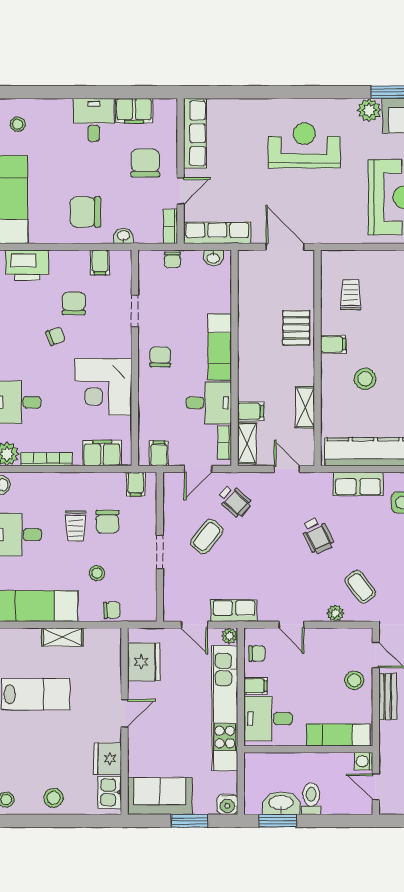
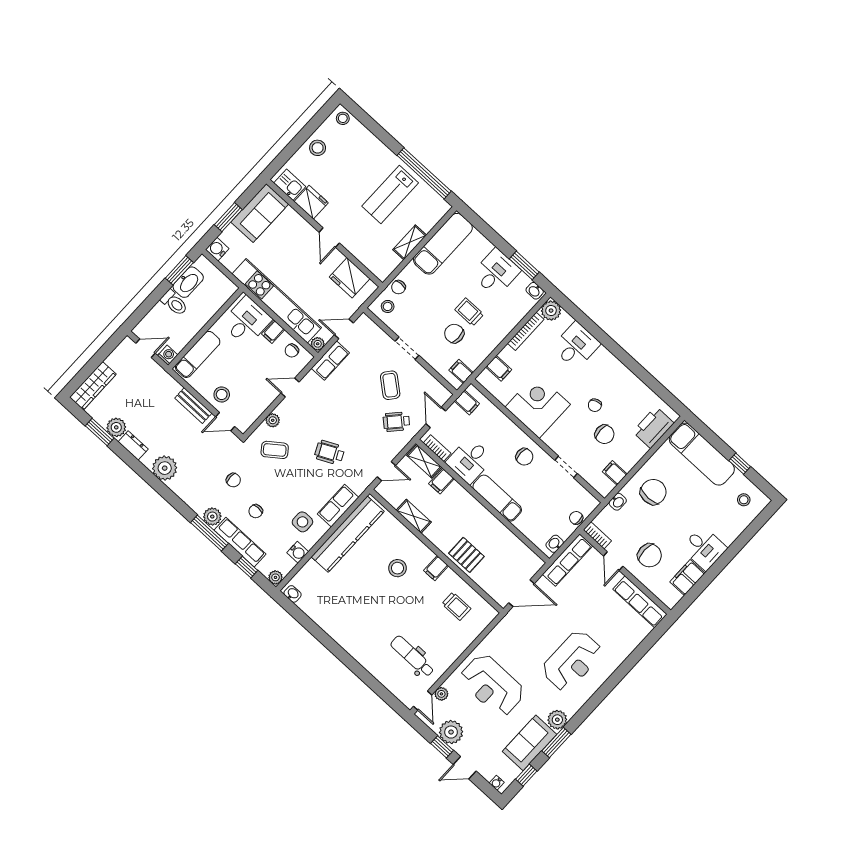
filing cabinet: (102, 453) -> (499, 368), width x0.50
stool: (97, 573) -> (388, 306), moved

